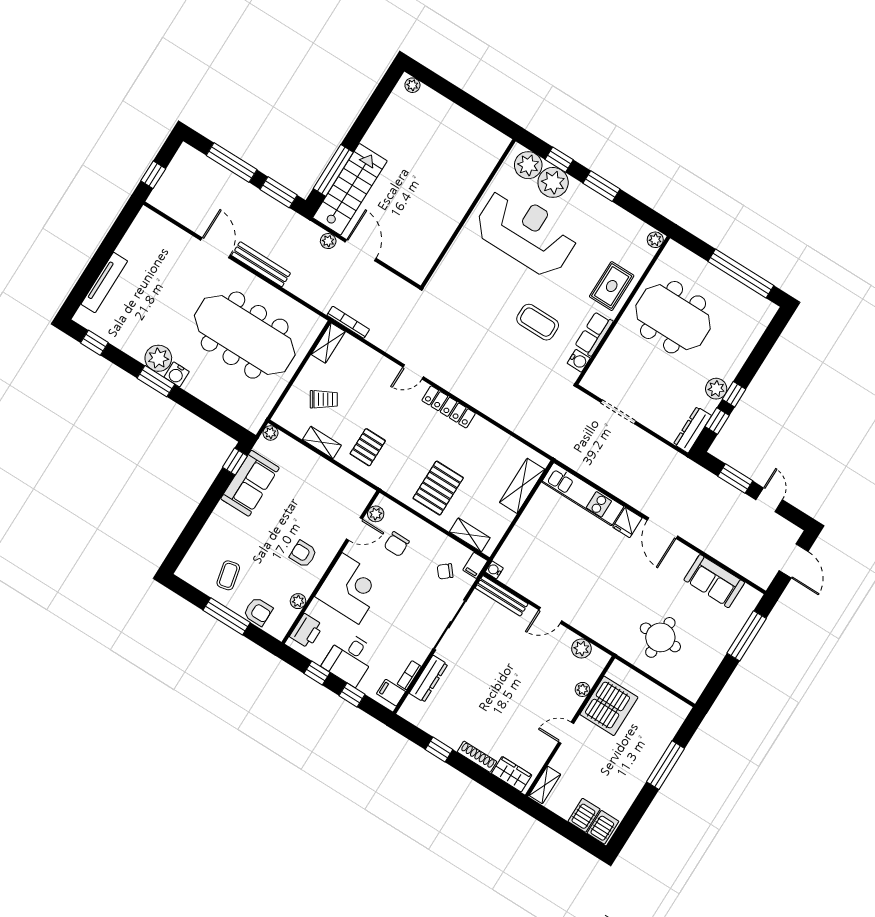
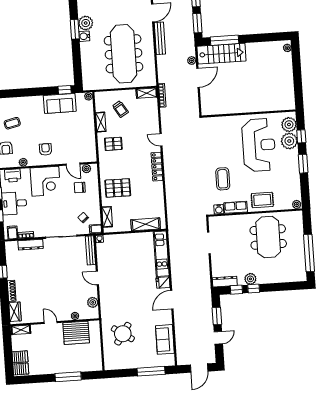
round table: (660, 637) -> (123, 334), turned 34

